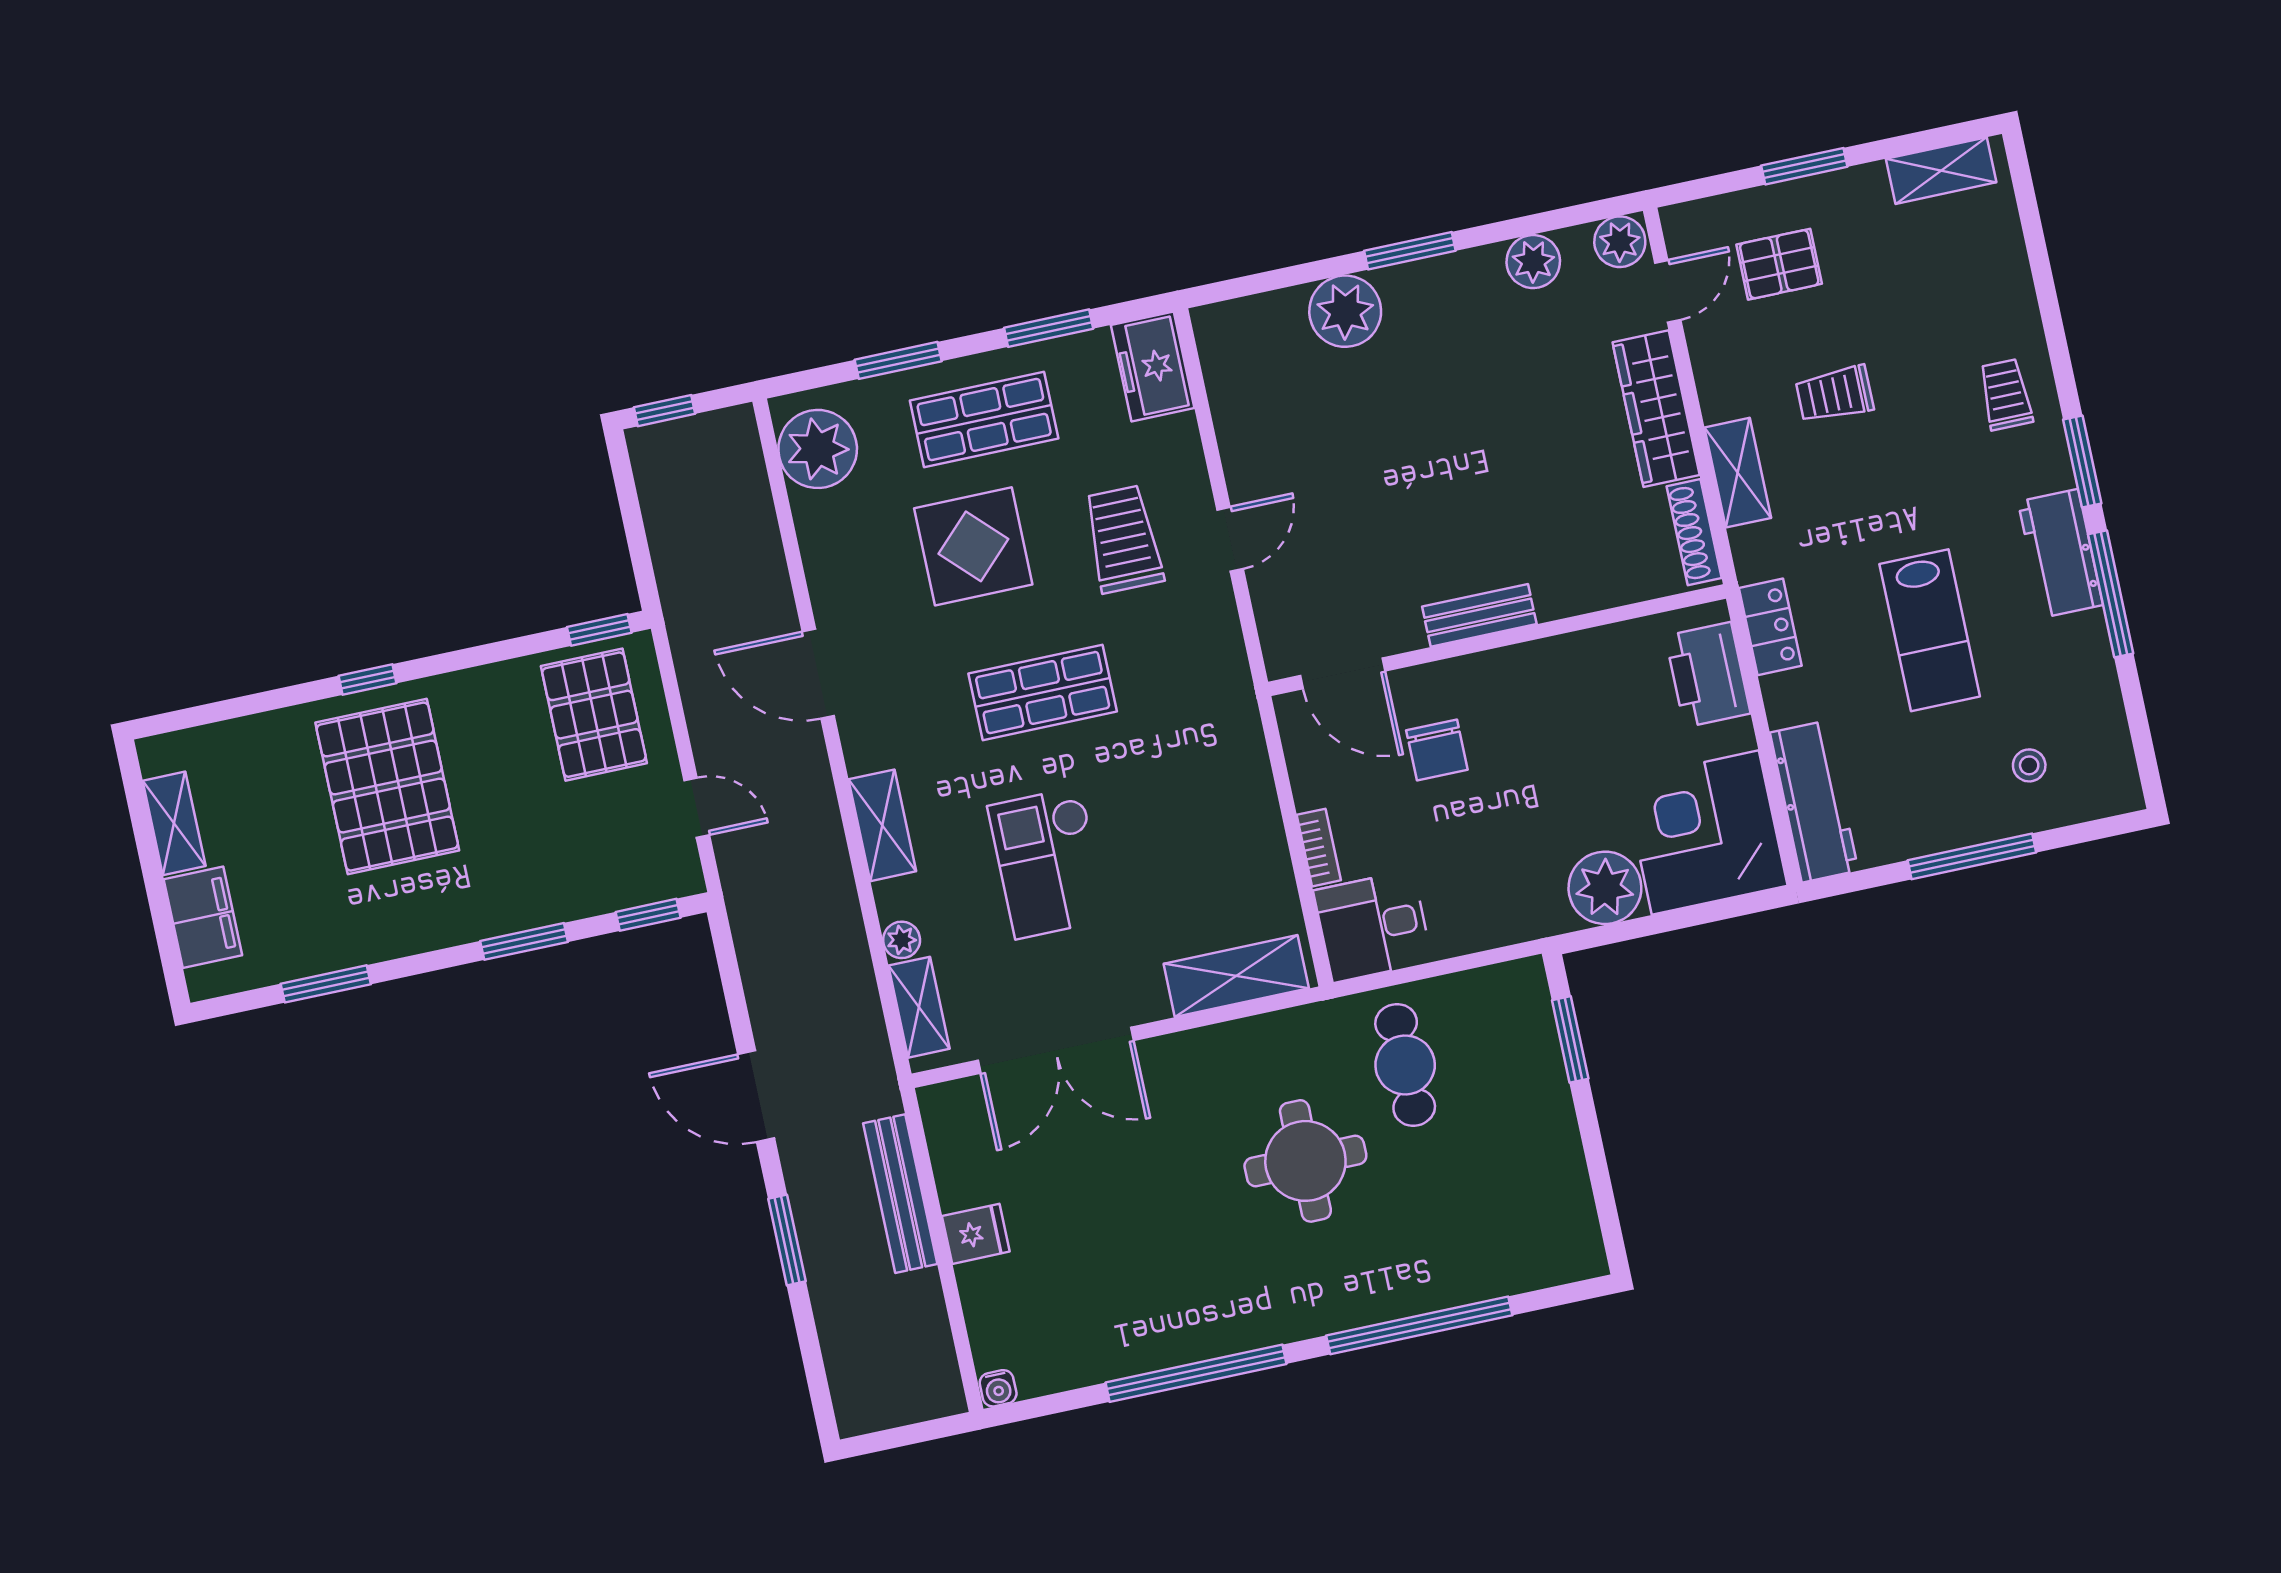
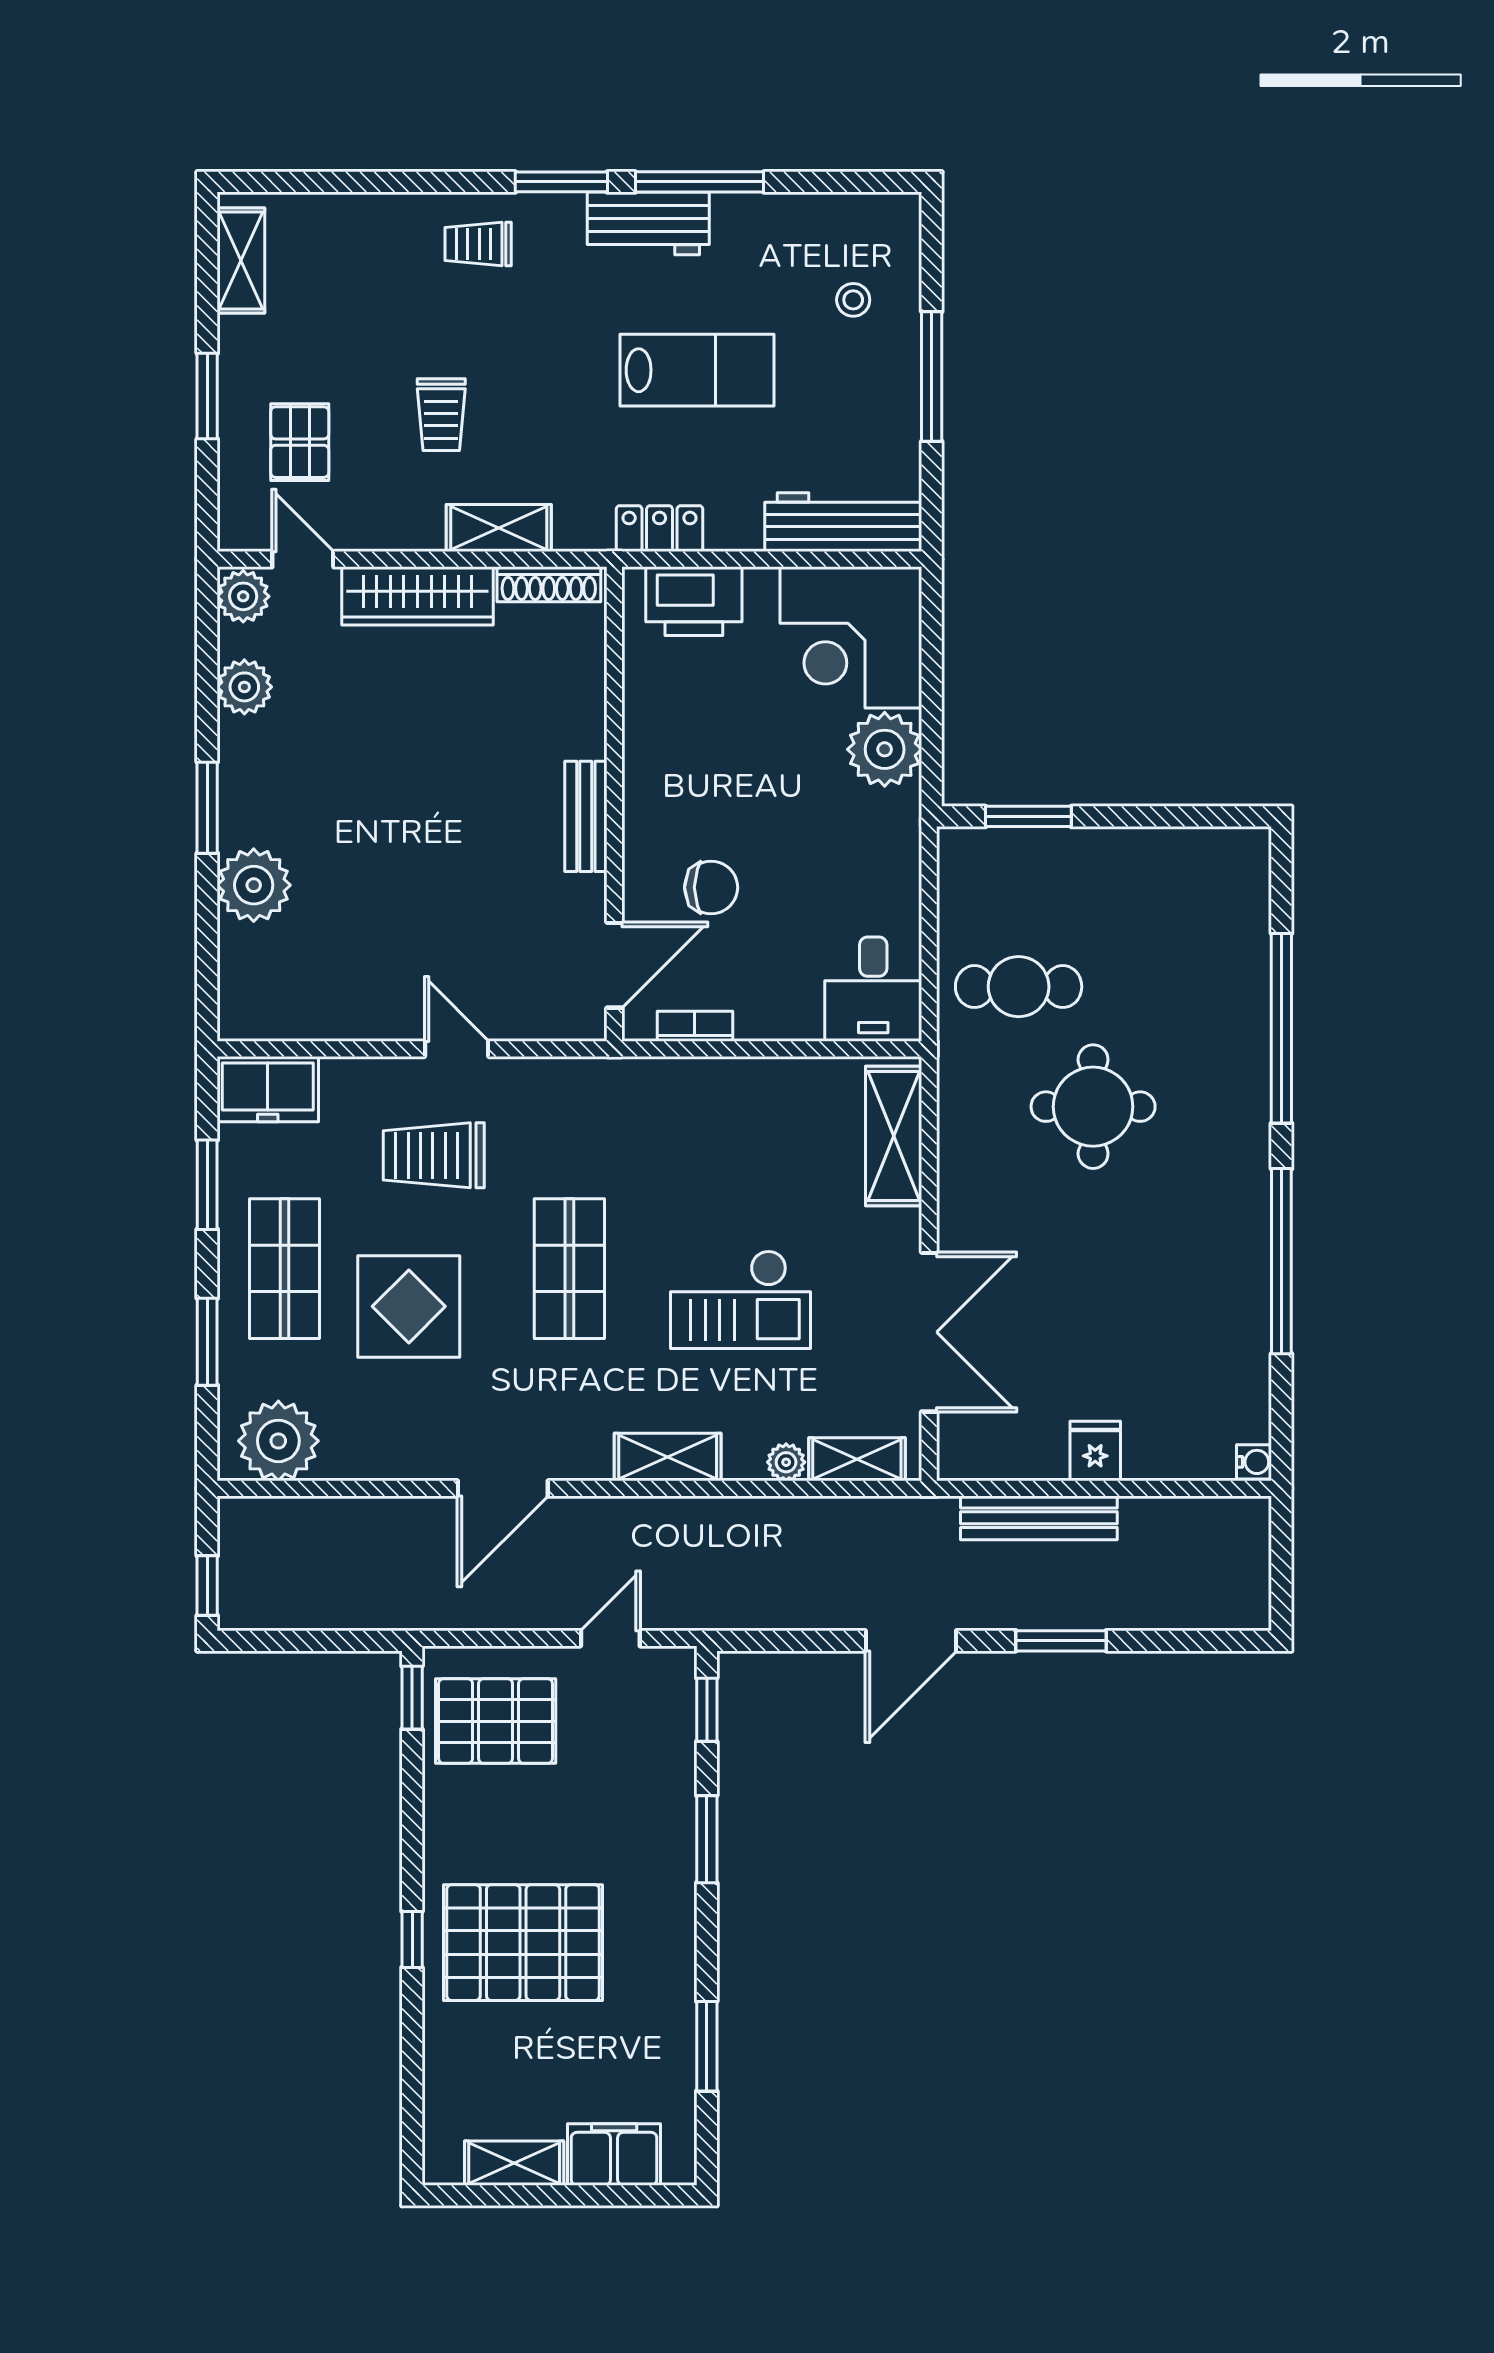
bookcase: (1319, 848) -> (695, 1026), moved

